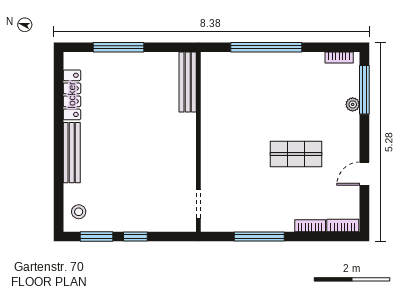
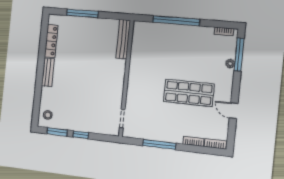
bench: (72, 153) -> (48, 72), width x0.73
shop shelf: (296, 154) -> (189, 93), width x1.43, depth x1.36
door: (364, 174) -> (234, 111), hinge flipped

